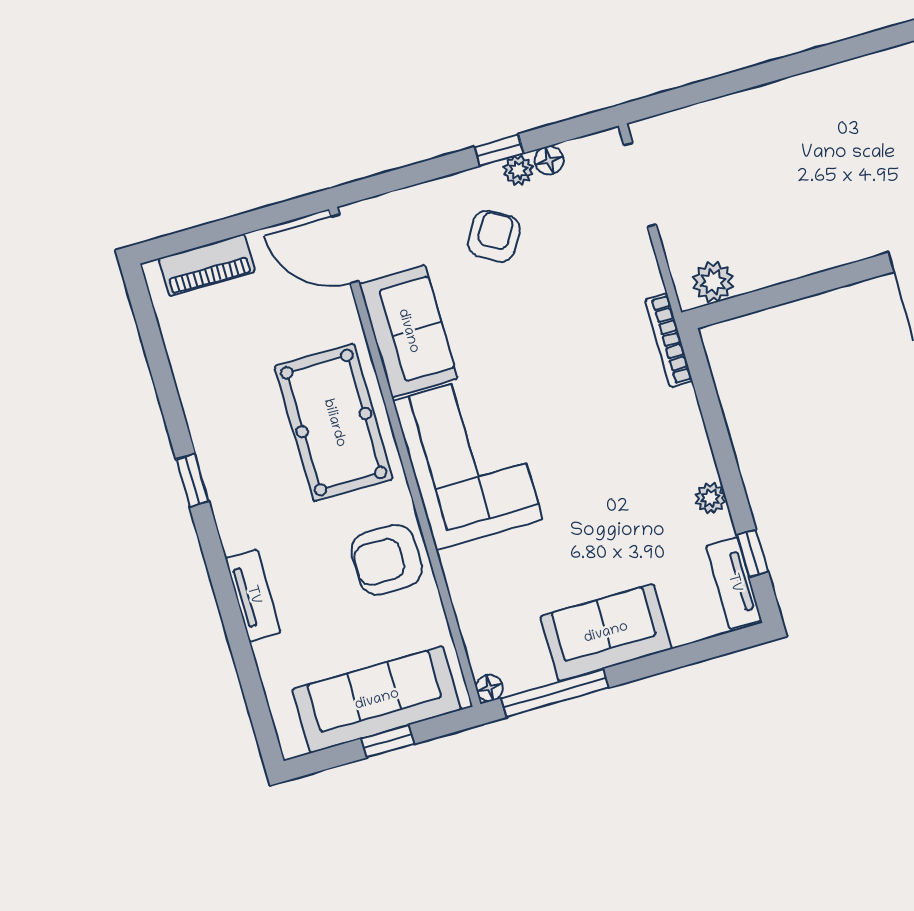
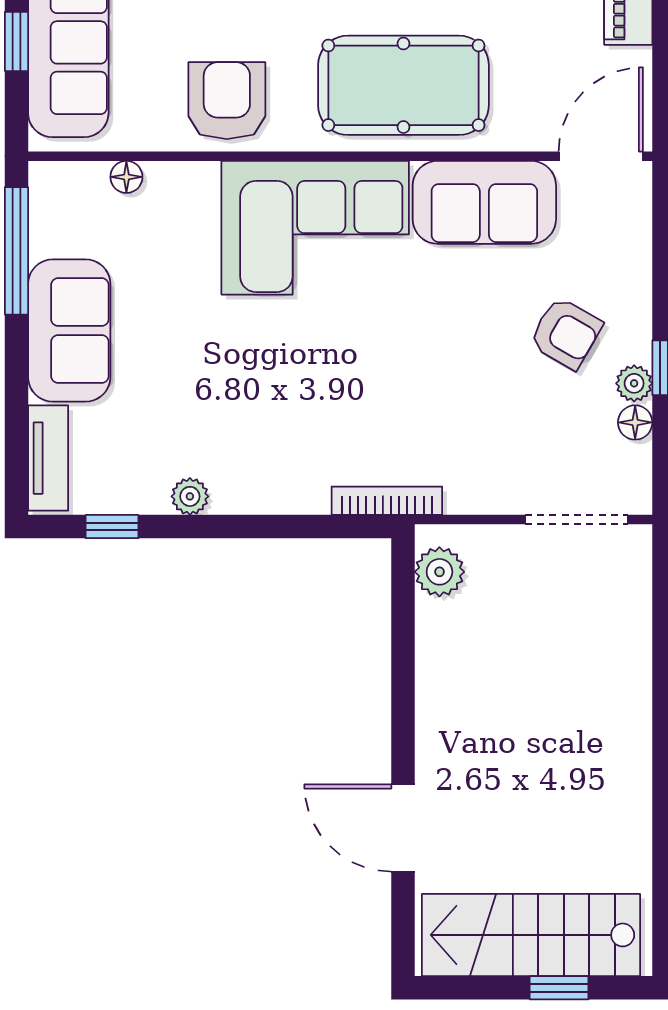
tv unit: (734, 583) -> (48, 458), moved, turned 90
floor lamp: (489, 688) -> (126, 177), moved

